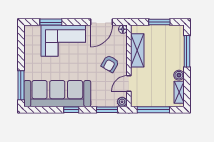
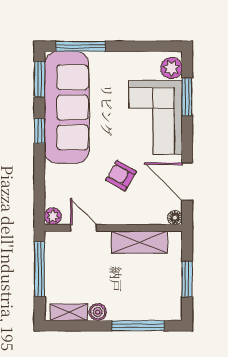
plant: (34, 31) -> (171, 68), added
armchair: (110, 64) -> (121, 176), moved
window: (107, 110) -> (39, 79), moved

